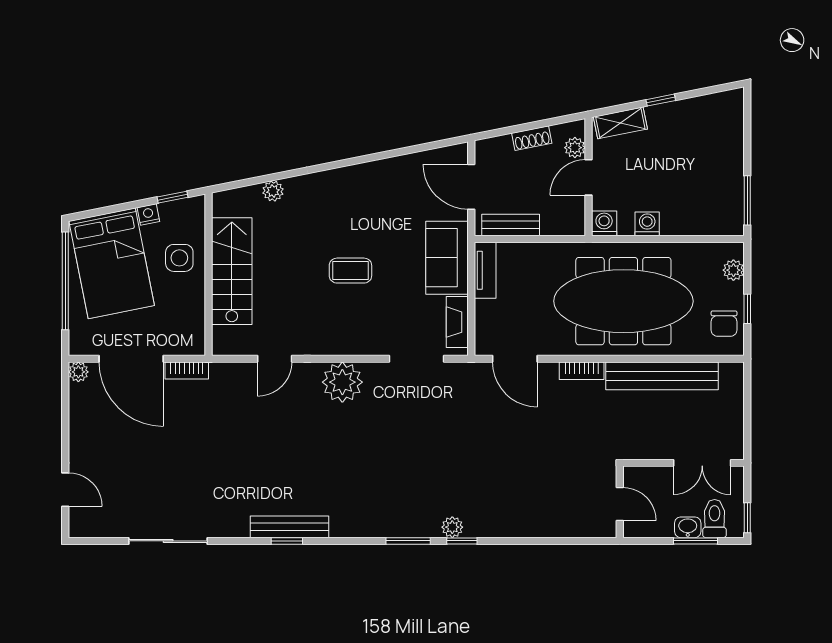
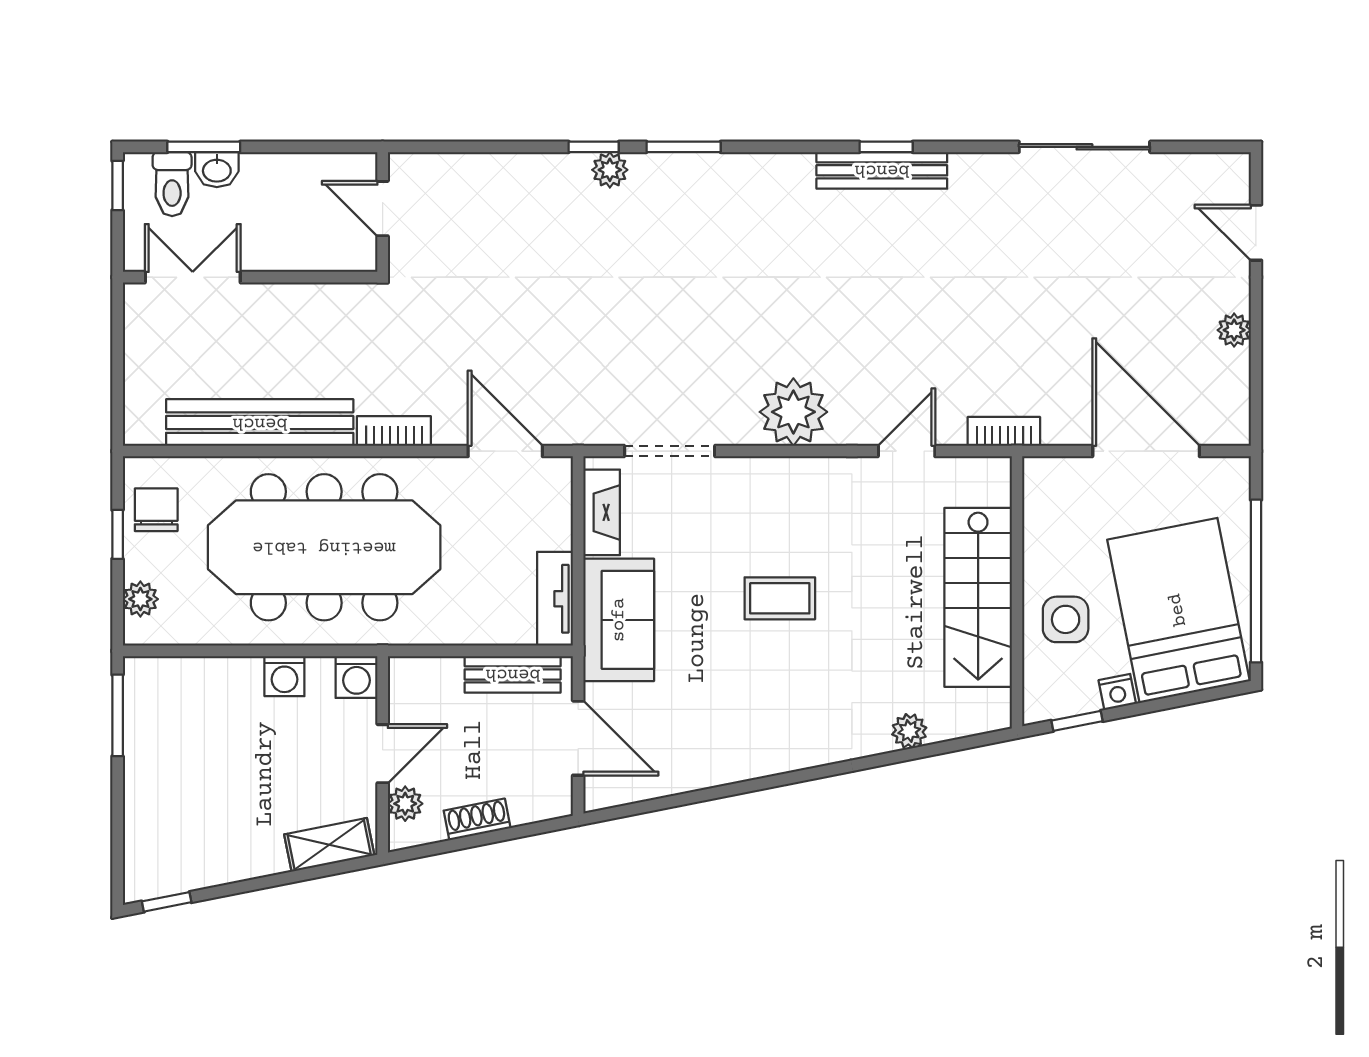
window: (661, 100) -> (167, 902), moved
bookcase: (187, 371) -> (1004, 431), moved
plant: (78, 372) -> (1234, 330), moved
wall: (620, 502) -> (383, 212), moved
door: (620, 504) -> (383, 209), moved

